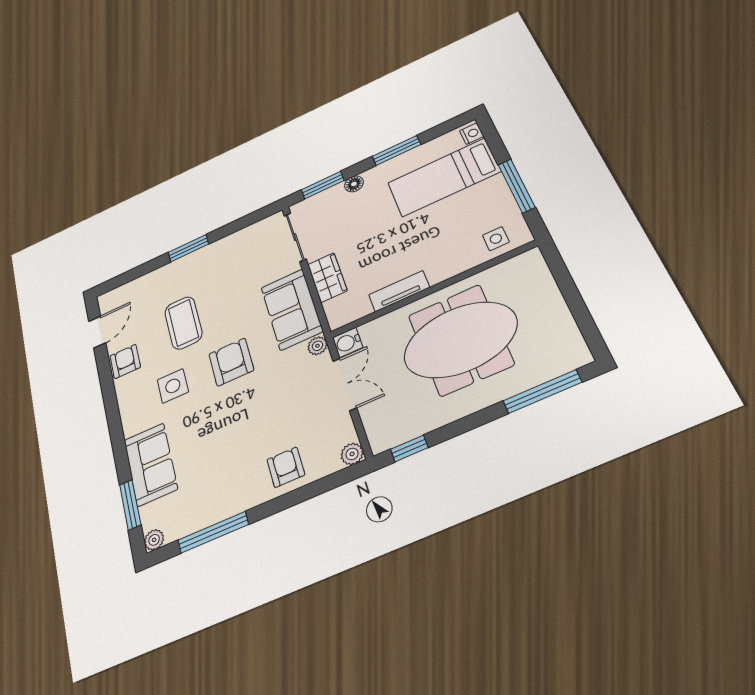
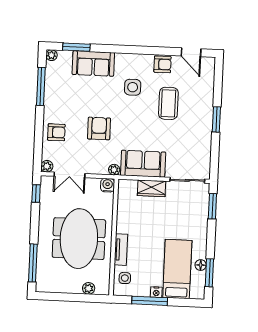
nightstand: (472, 134) -> (156, 292), moved
window: (396, 150) -> (209, 273), moved
floor lamp: (354, 184) -> (201, 265), moved
plant: (543, 281) -> (89, 288), added
tv unit: (399, 291) -> (121, 250), moved
coffee table: (183, 323) -> (168, 103), turned 90
armchair: (231, 362) -> (99, 128), moved, turned -90
double door: (345, 384) -> (70, 175), moved

